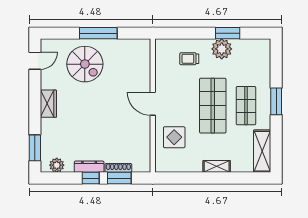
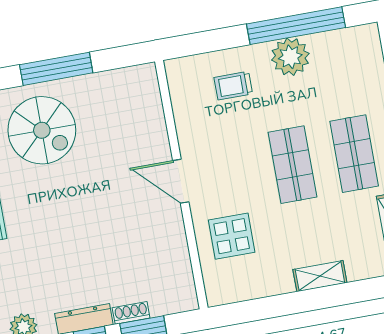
window: (228, 33) -> (296, 26), width x2.11
shop shelf: (213, 106) -> (292, 165), width x0.70, depth x0.74
shoe rack: (118, 168) -> (131, 313), width x0.70

